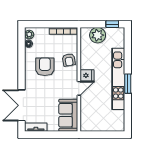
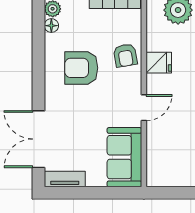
armchair: (45, 67) -> (81, 68), turned -90
fridge: (87, 75) -> (159, 63), moved

